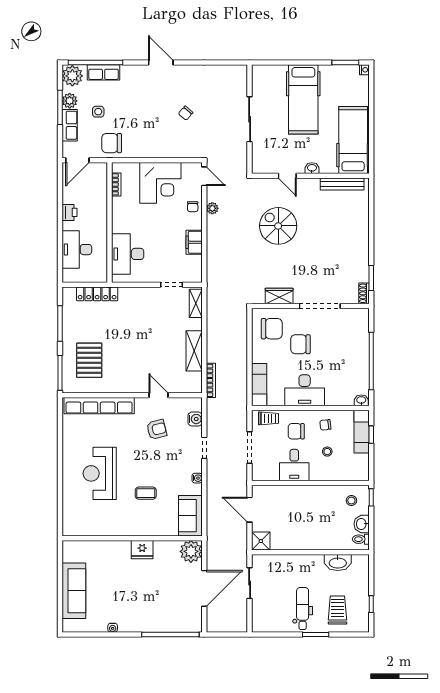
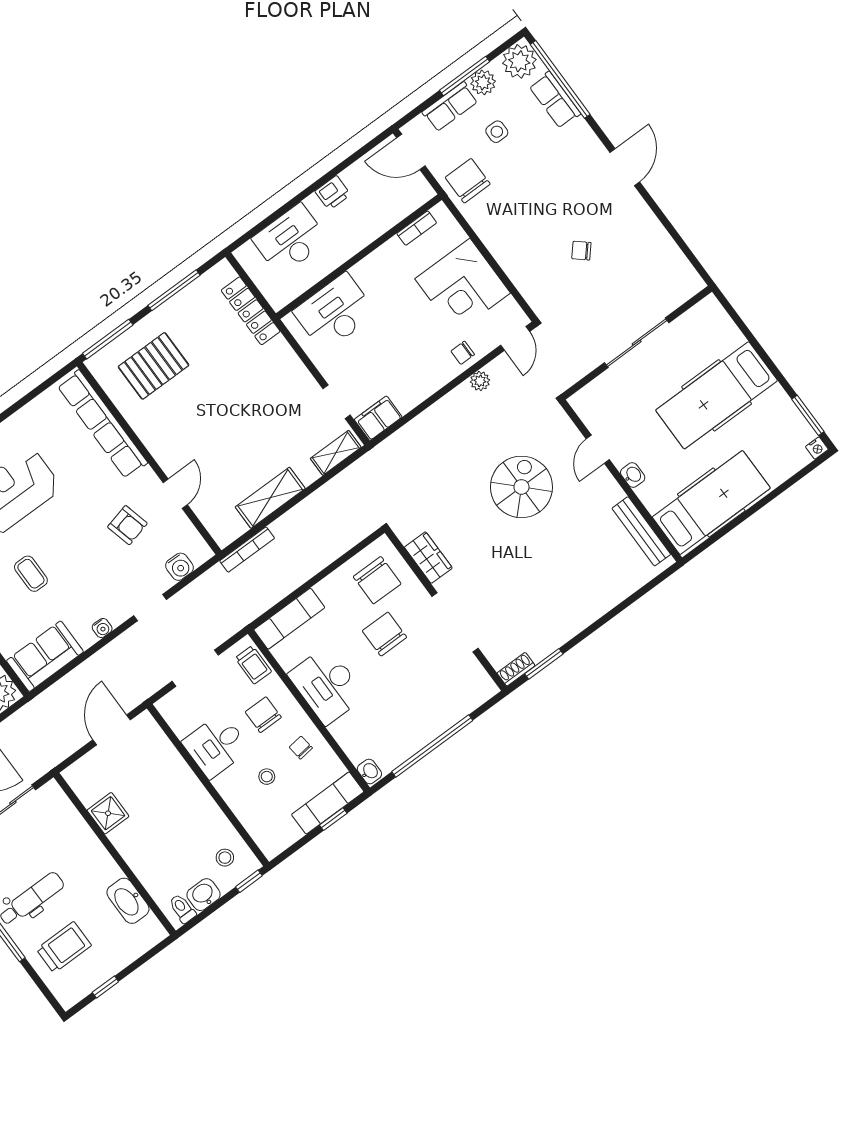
filing cabinet: (194, 242) -> (378, 418), moved
shower: (261, 541) -> (108, 813), moved

